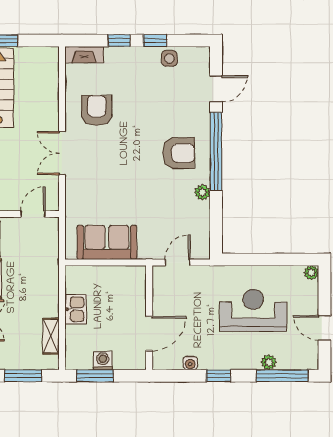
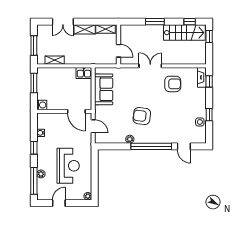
window: (119, 41) -> (209, 81), moved
armchair: (179, 153) -> (142, 116), moved, turned 97
kitchen sink: (76, 309) -> (84, 73), moved
door: (149, 334) -> (76, 111), moved
washing machine: (103, 361) -> (42, 105), moved

